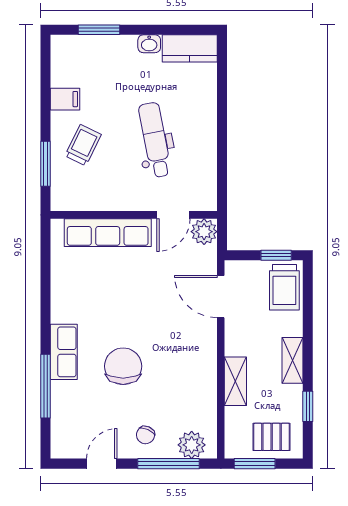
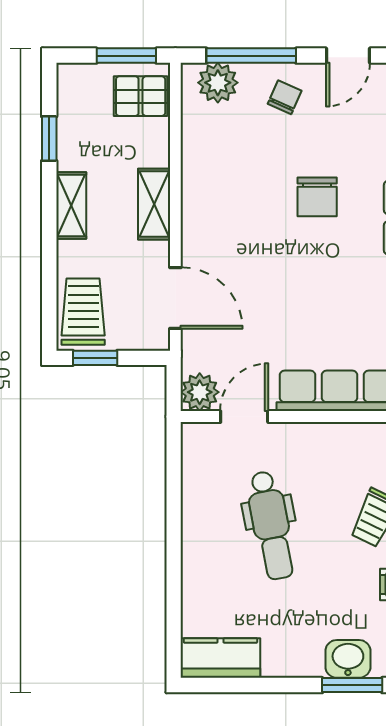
washbasin: (149, 44) -> (348, 659), moved, width x1.38, depth x1.45
chair: (123, 366) -> (317, 197), width x0.73, depth x0.73
shelving: (235, 381) -> (154, 204), moved
pallet: (272, 437) -> (141, 96), moved

